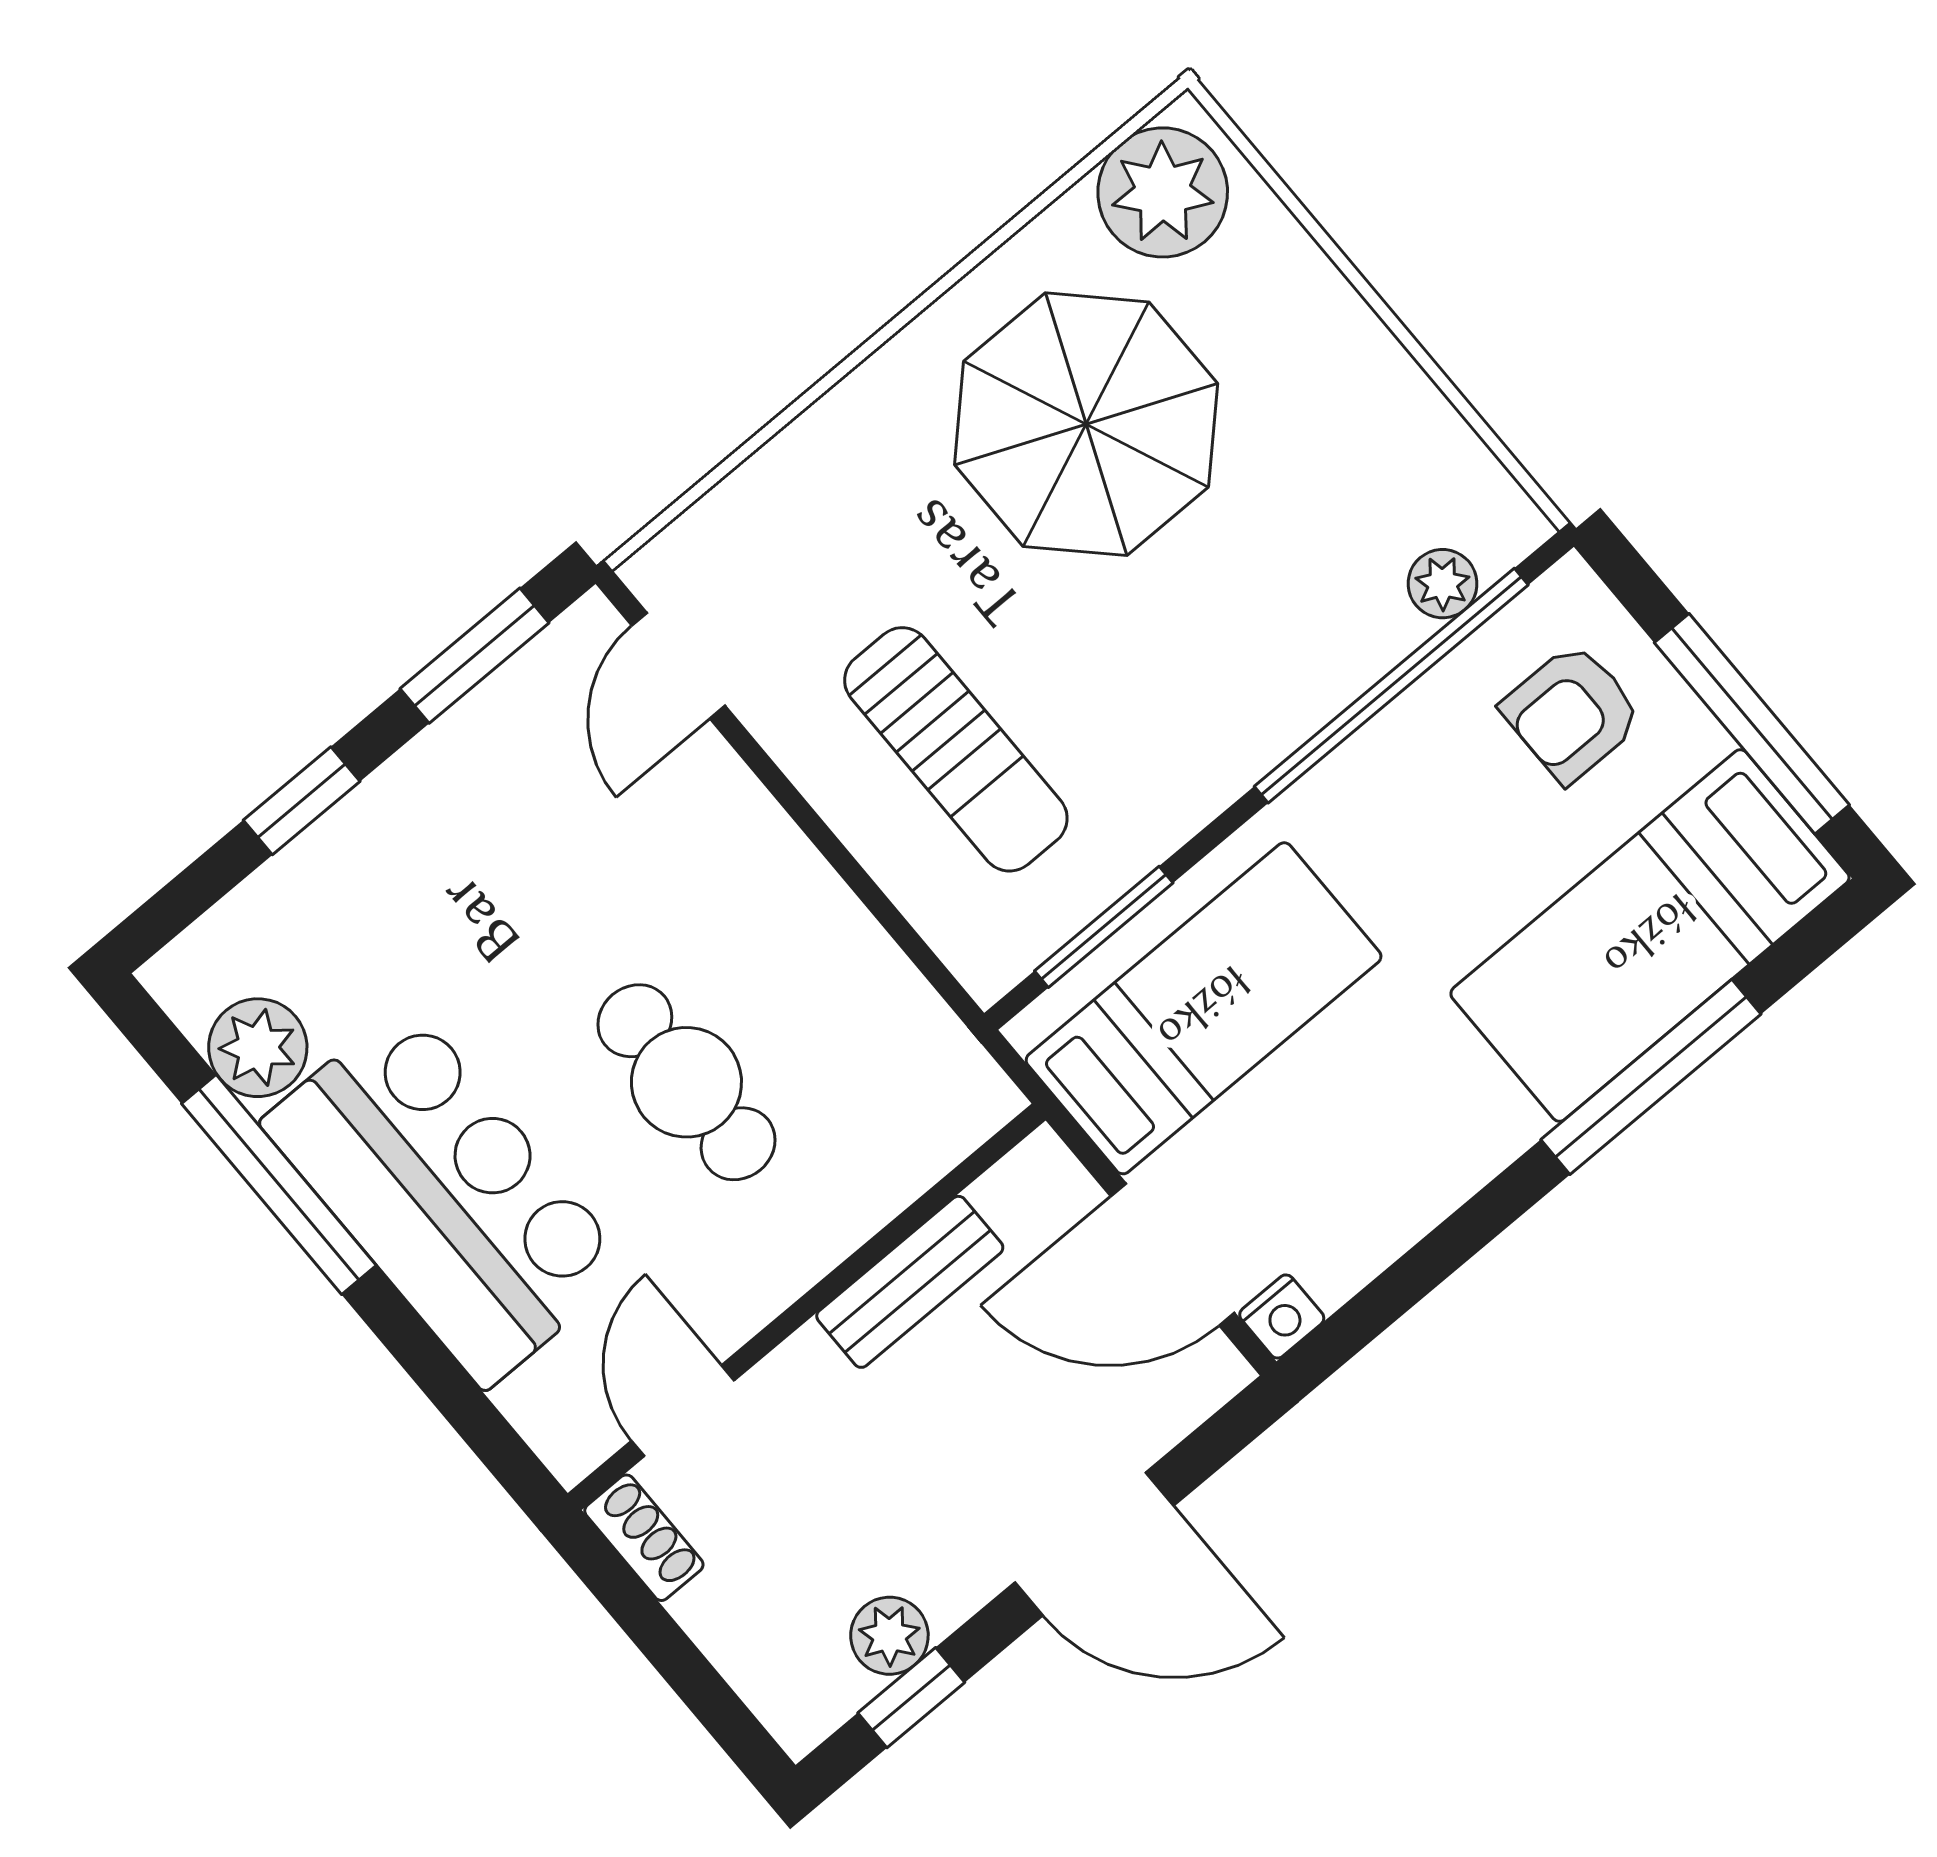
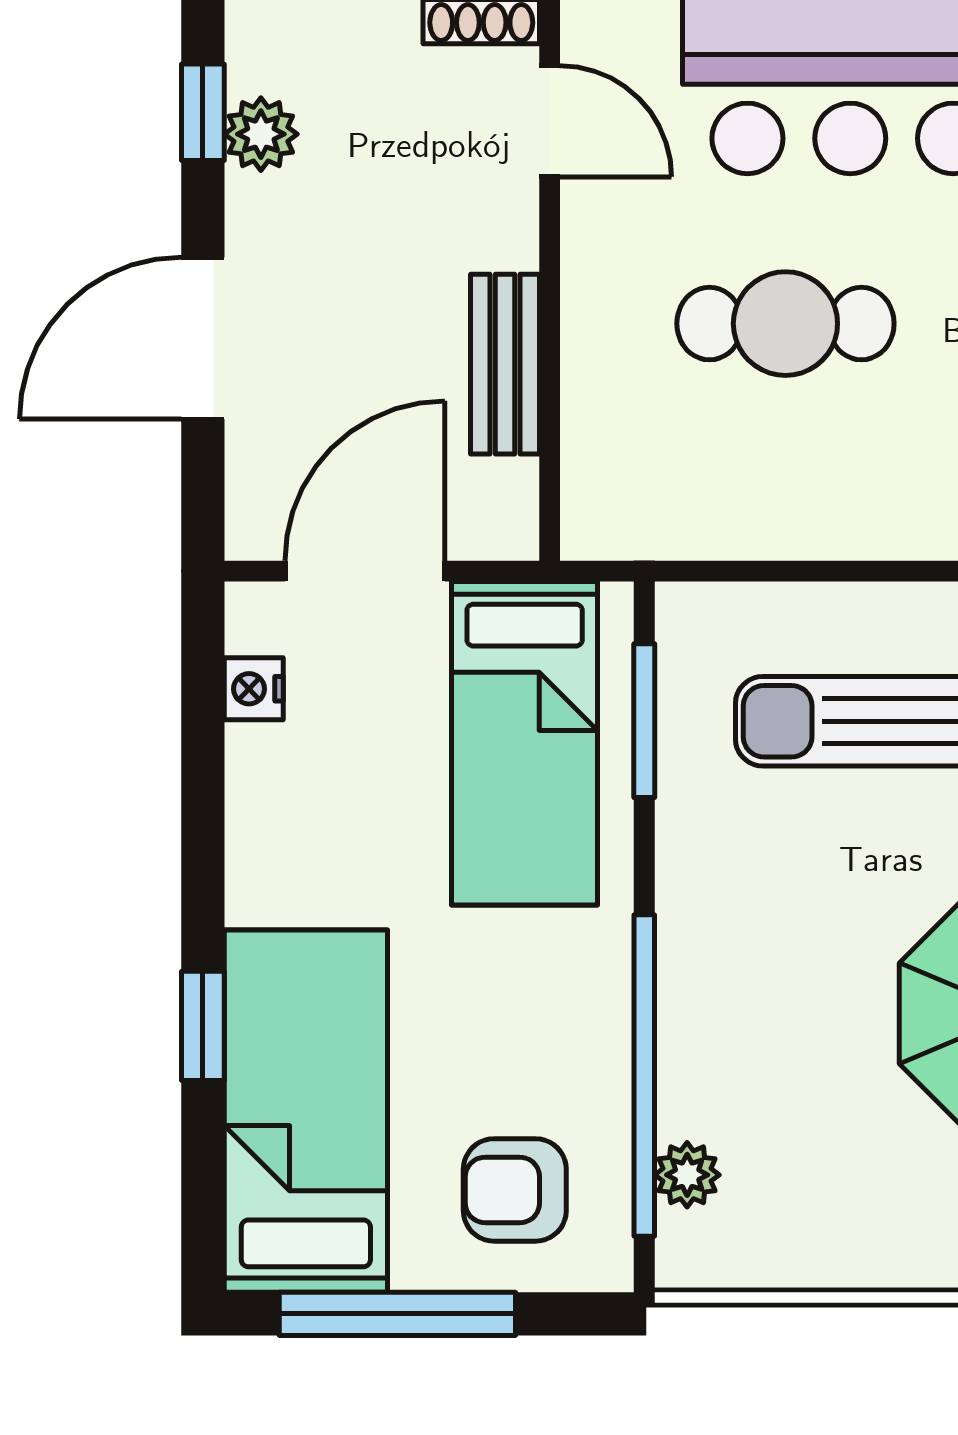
armchair: (1572, 713) -> (515, 1190), turned -90
window: (1651, 1077) -> (203, 1026), width x0.46
nightstand: (1282, 1316) -> (254, 689), moved

